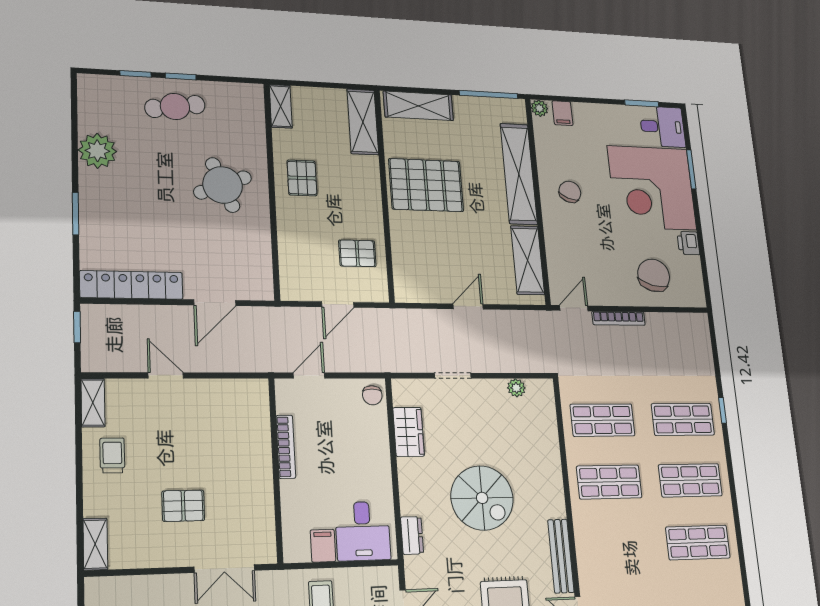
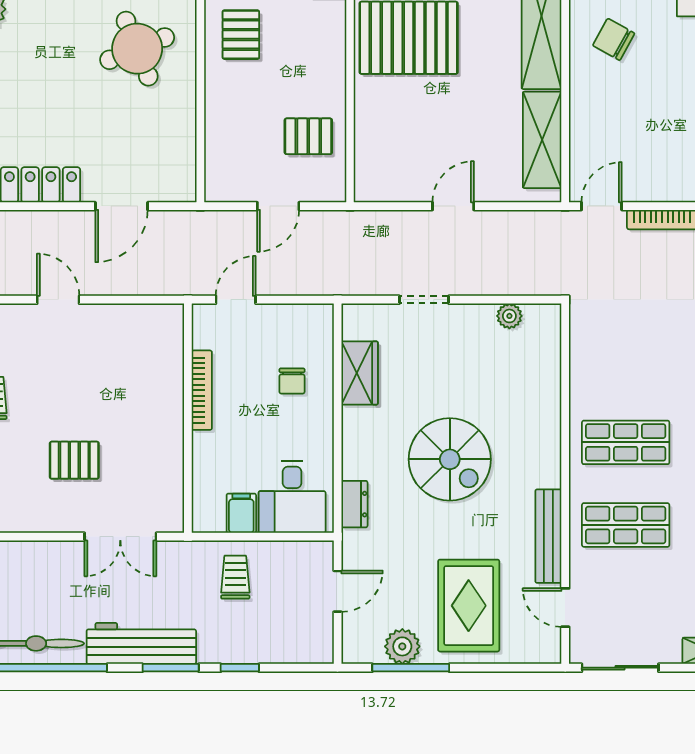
chair: (570, 192) -> (614, 39), turned -83
chair: (372, 395) -> (292, 381), moved
shop shelf: (603, 420) -> (626, 525), moved

